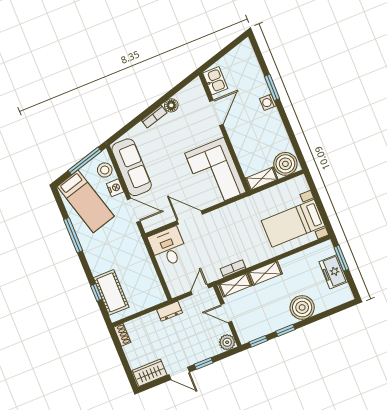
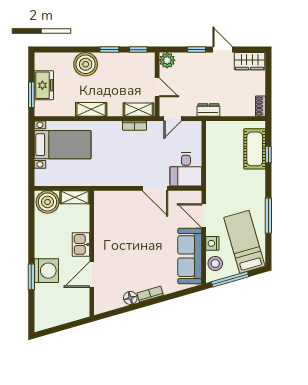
kitchen sink: (215, 81) -> (81, 244), moved
washing machine: (268, 102) -> (46, 271), width x1.89, depth x1.89
corner sofa: (215, 173) -> (115, 220), removed
shelving: (265, 273) -> (91, 109), moved

